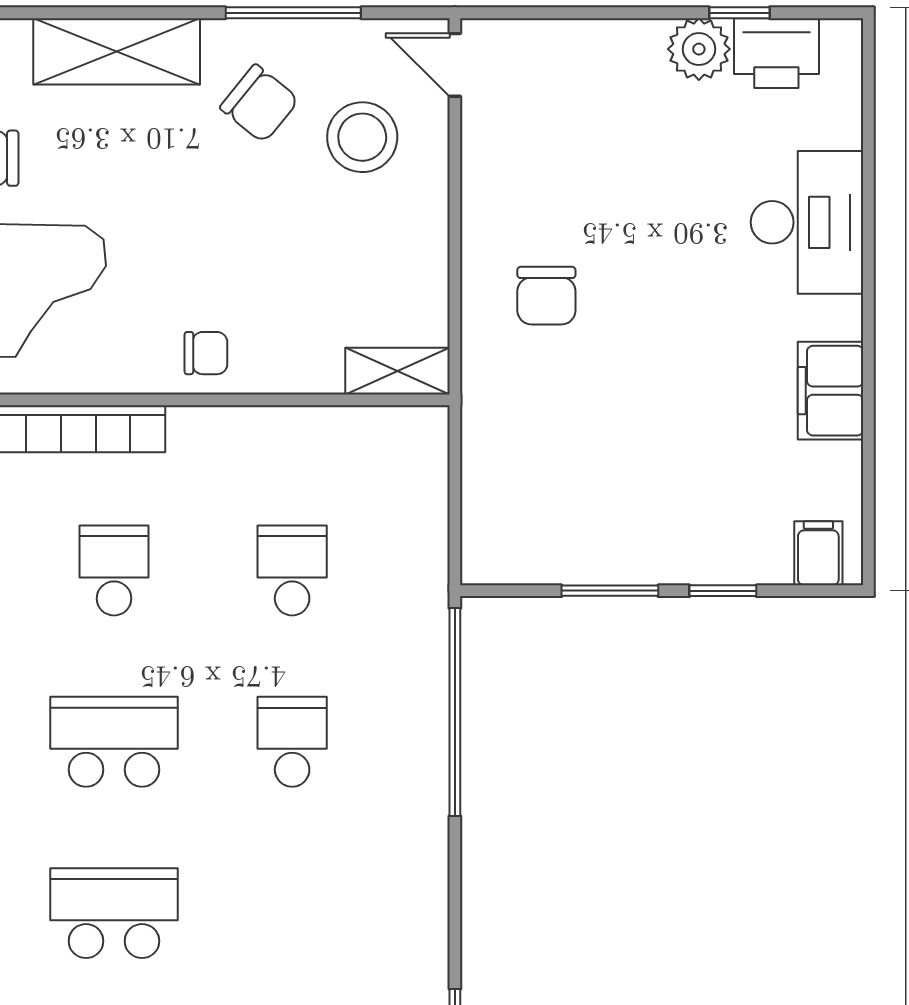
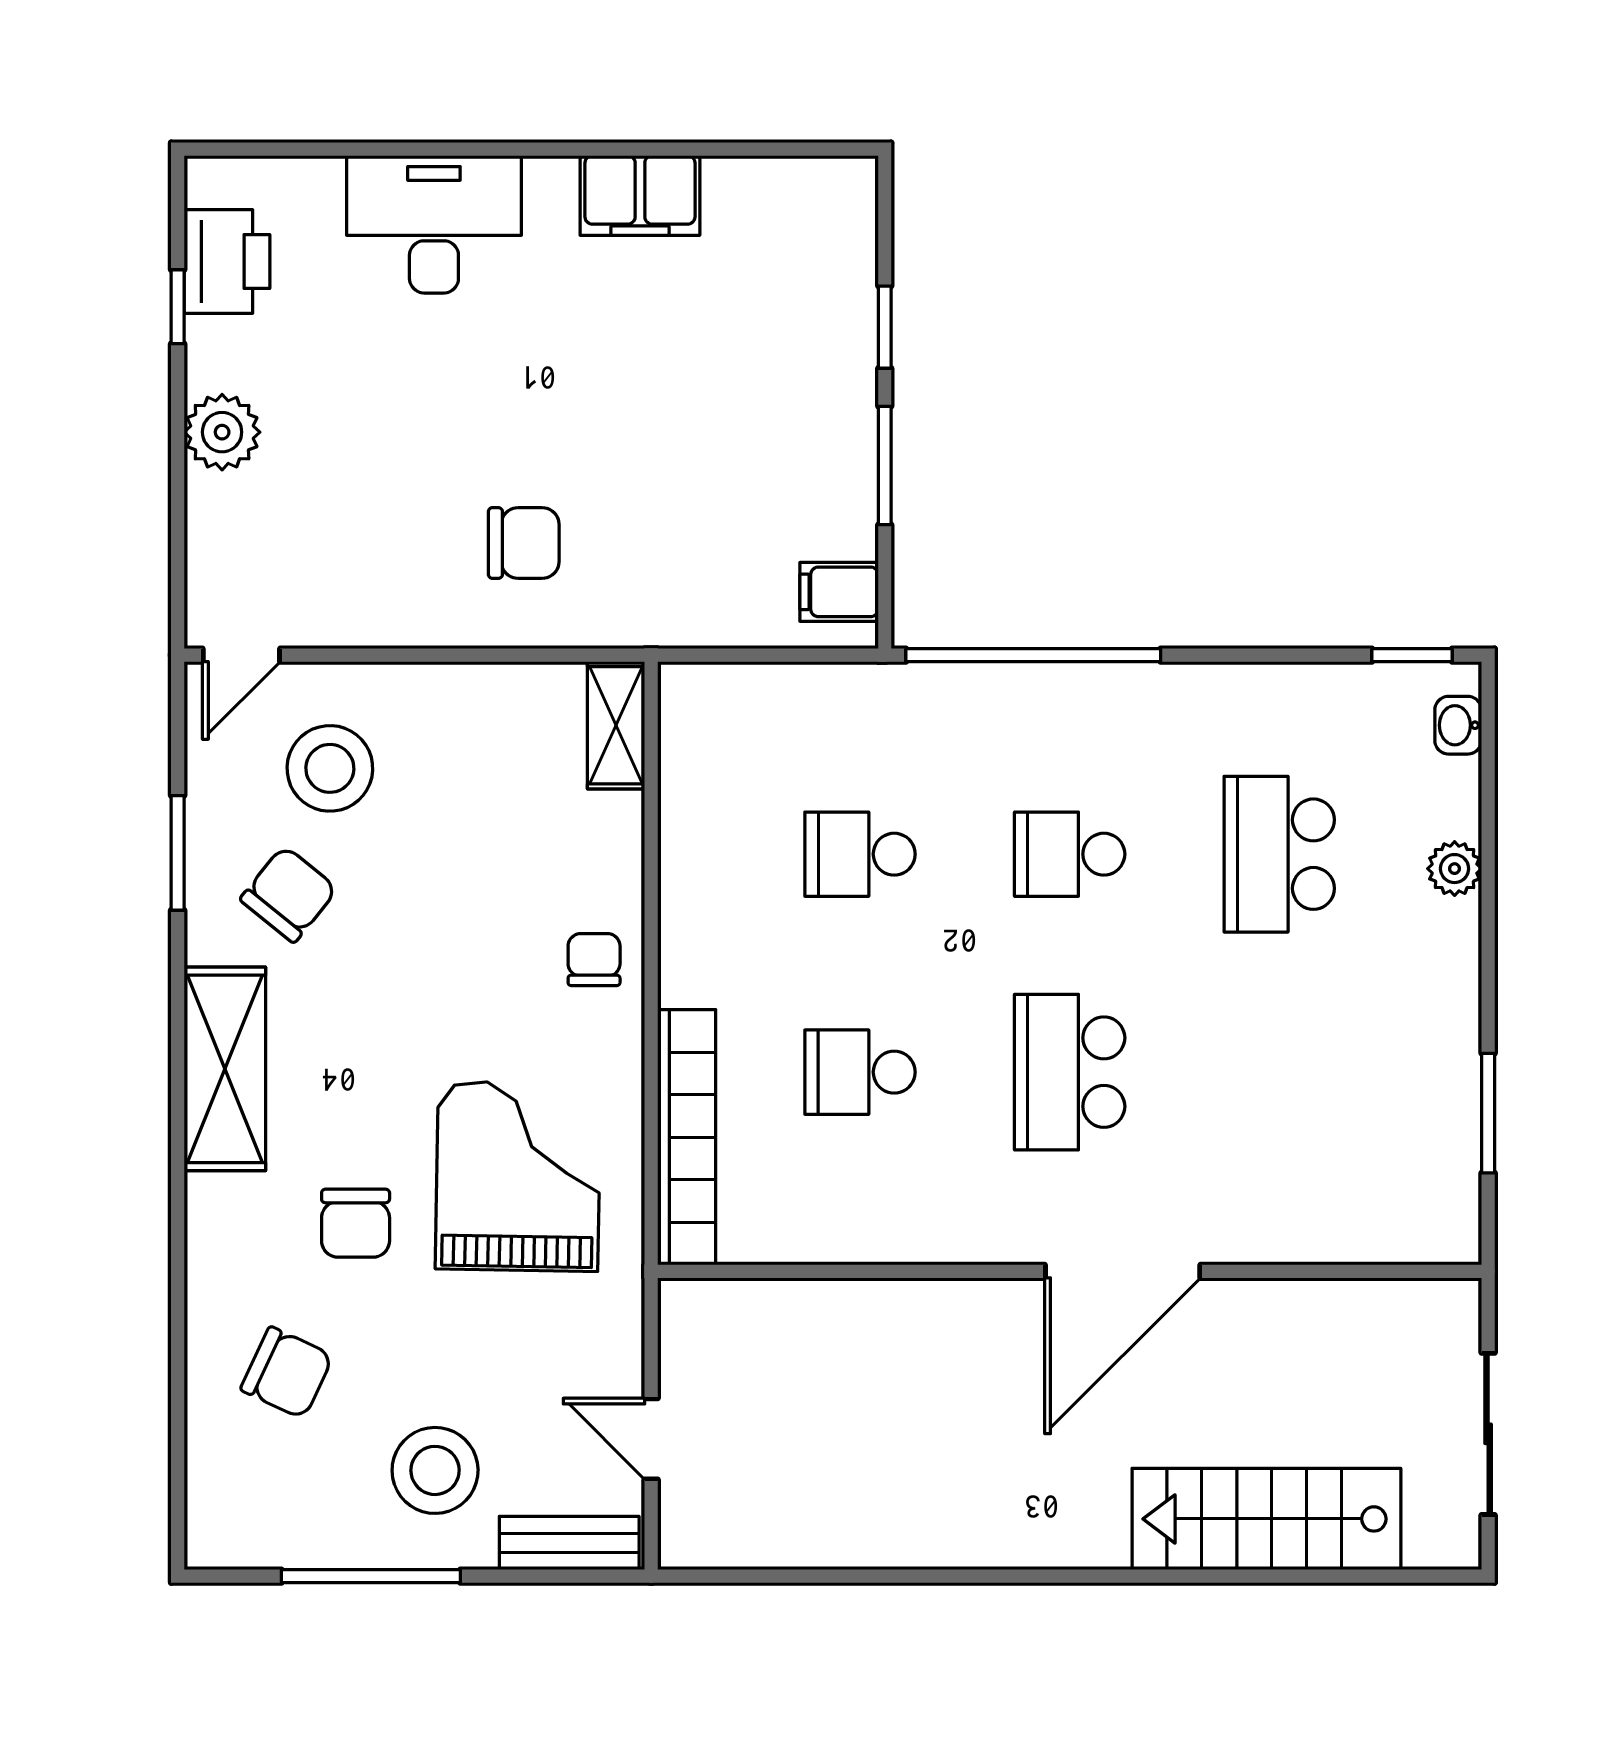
window: (293, 13) -> (178, 853), width x0.69
plant: (699, 49) -> (222, 432), moved
filing cabinet: (818, 553) -> (839, 592), moved
school desk: (114, 913) -> (1279, 854), moved

